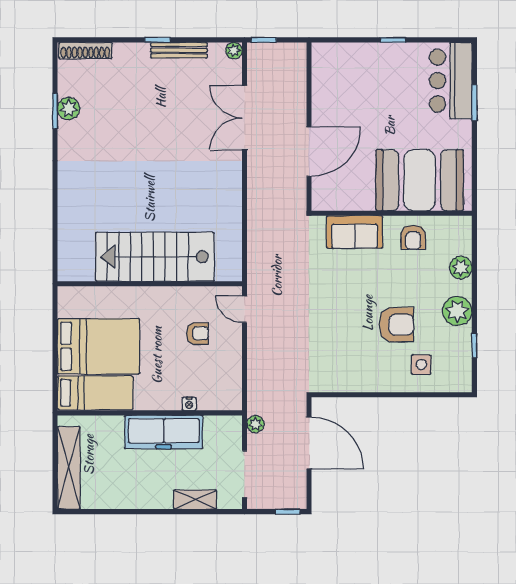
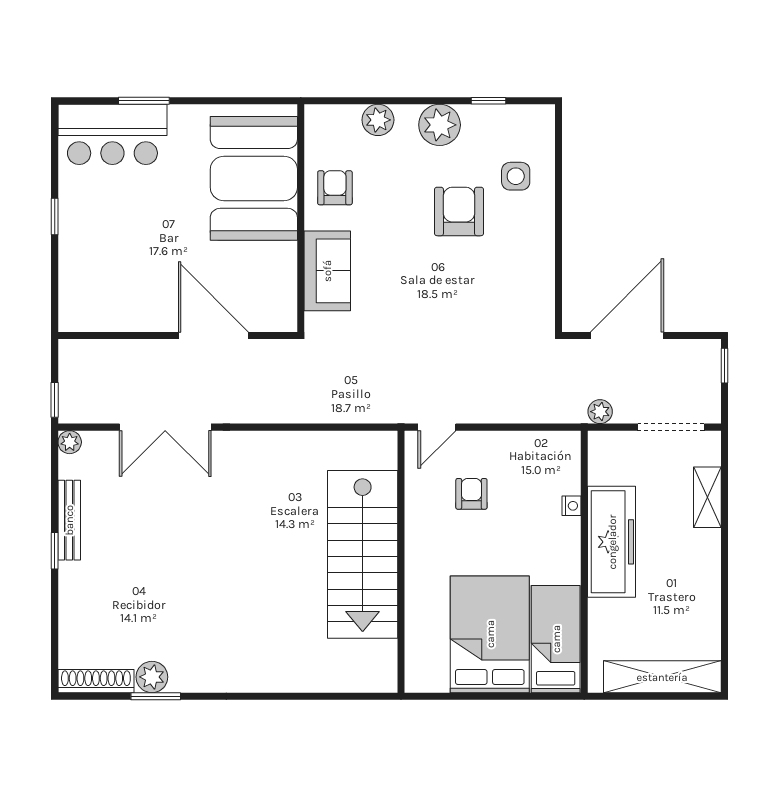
shoe rack: (85, 51) -> (96, 681), moved, turned -90
armchair: (413, 237) -> (335, 188), turned -90

